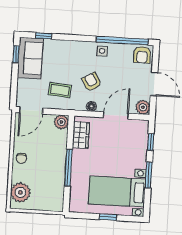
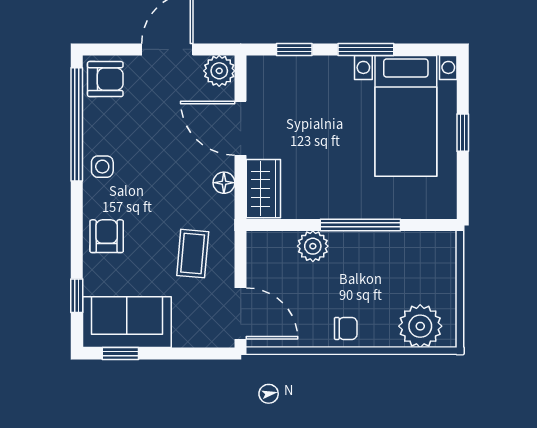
armchair: (92, 82) -> (107, 236), moved, turned 121
plant: (61, 122) -> (313, 246), moved
wardrobe: (81, 135) -> (263, 189), moved, turned 90

